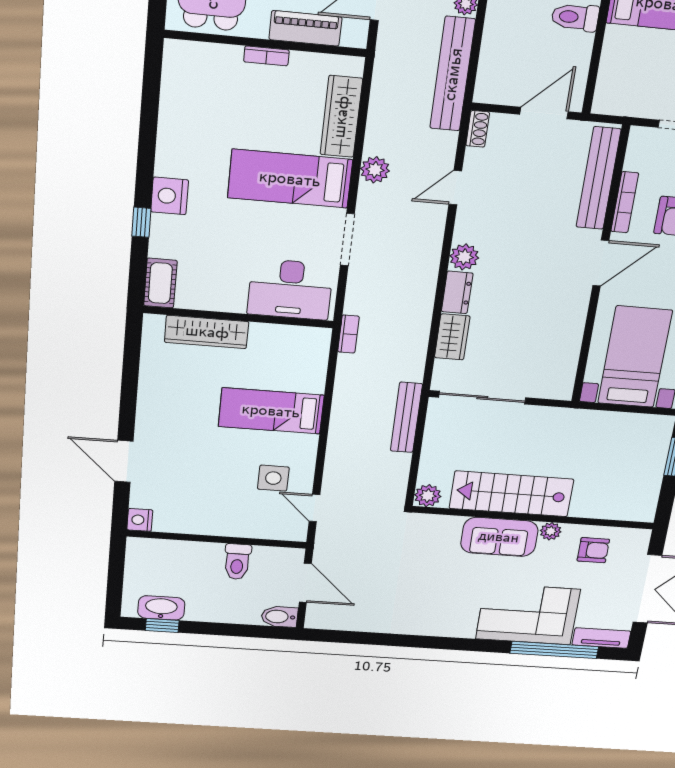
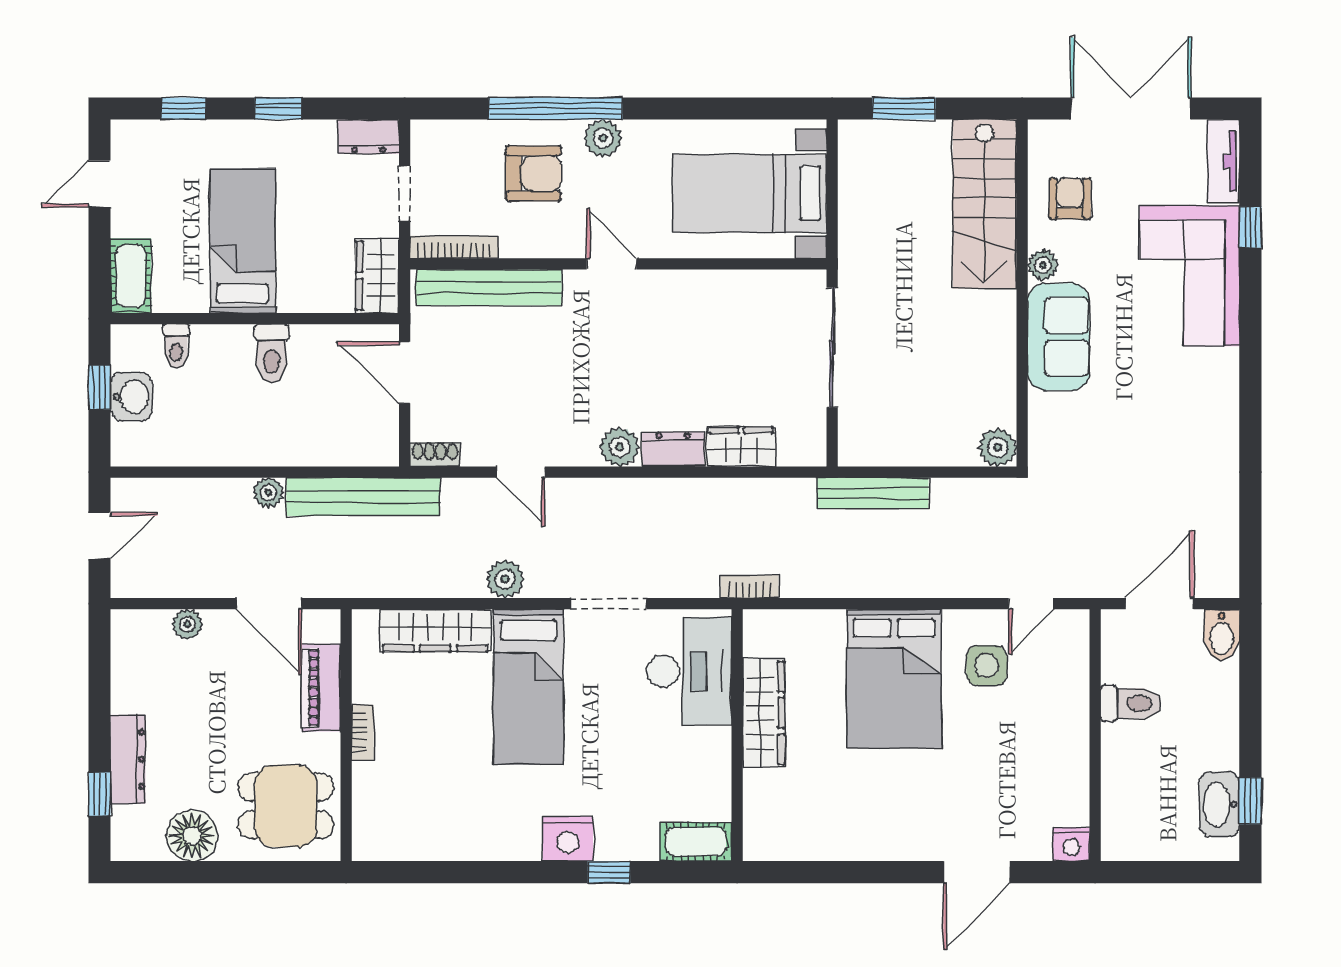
wardrobe: (622, 100) -> (377, 276), added
bookcase: (625, 202) -> (454, 247), moved
door: (601, 263) -> (612, 264), width x0.73
wardrobe: (207, 332) -> (764, 713), moved
sliding door: (482, 398) -> (832, 348), moved
bed: (271, 411) -> (894, 679), width x1.50
stairs: (511, 494) -> (985, 204), moved
window: (554, 650) -> (1250, 227), width x0.32

